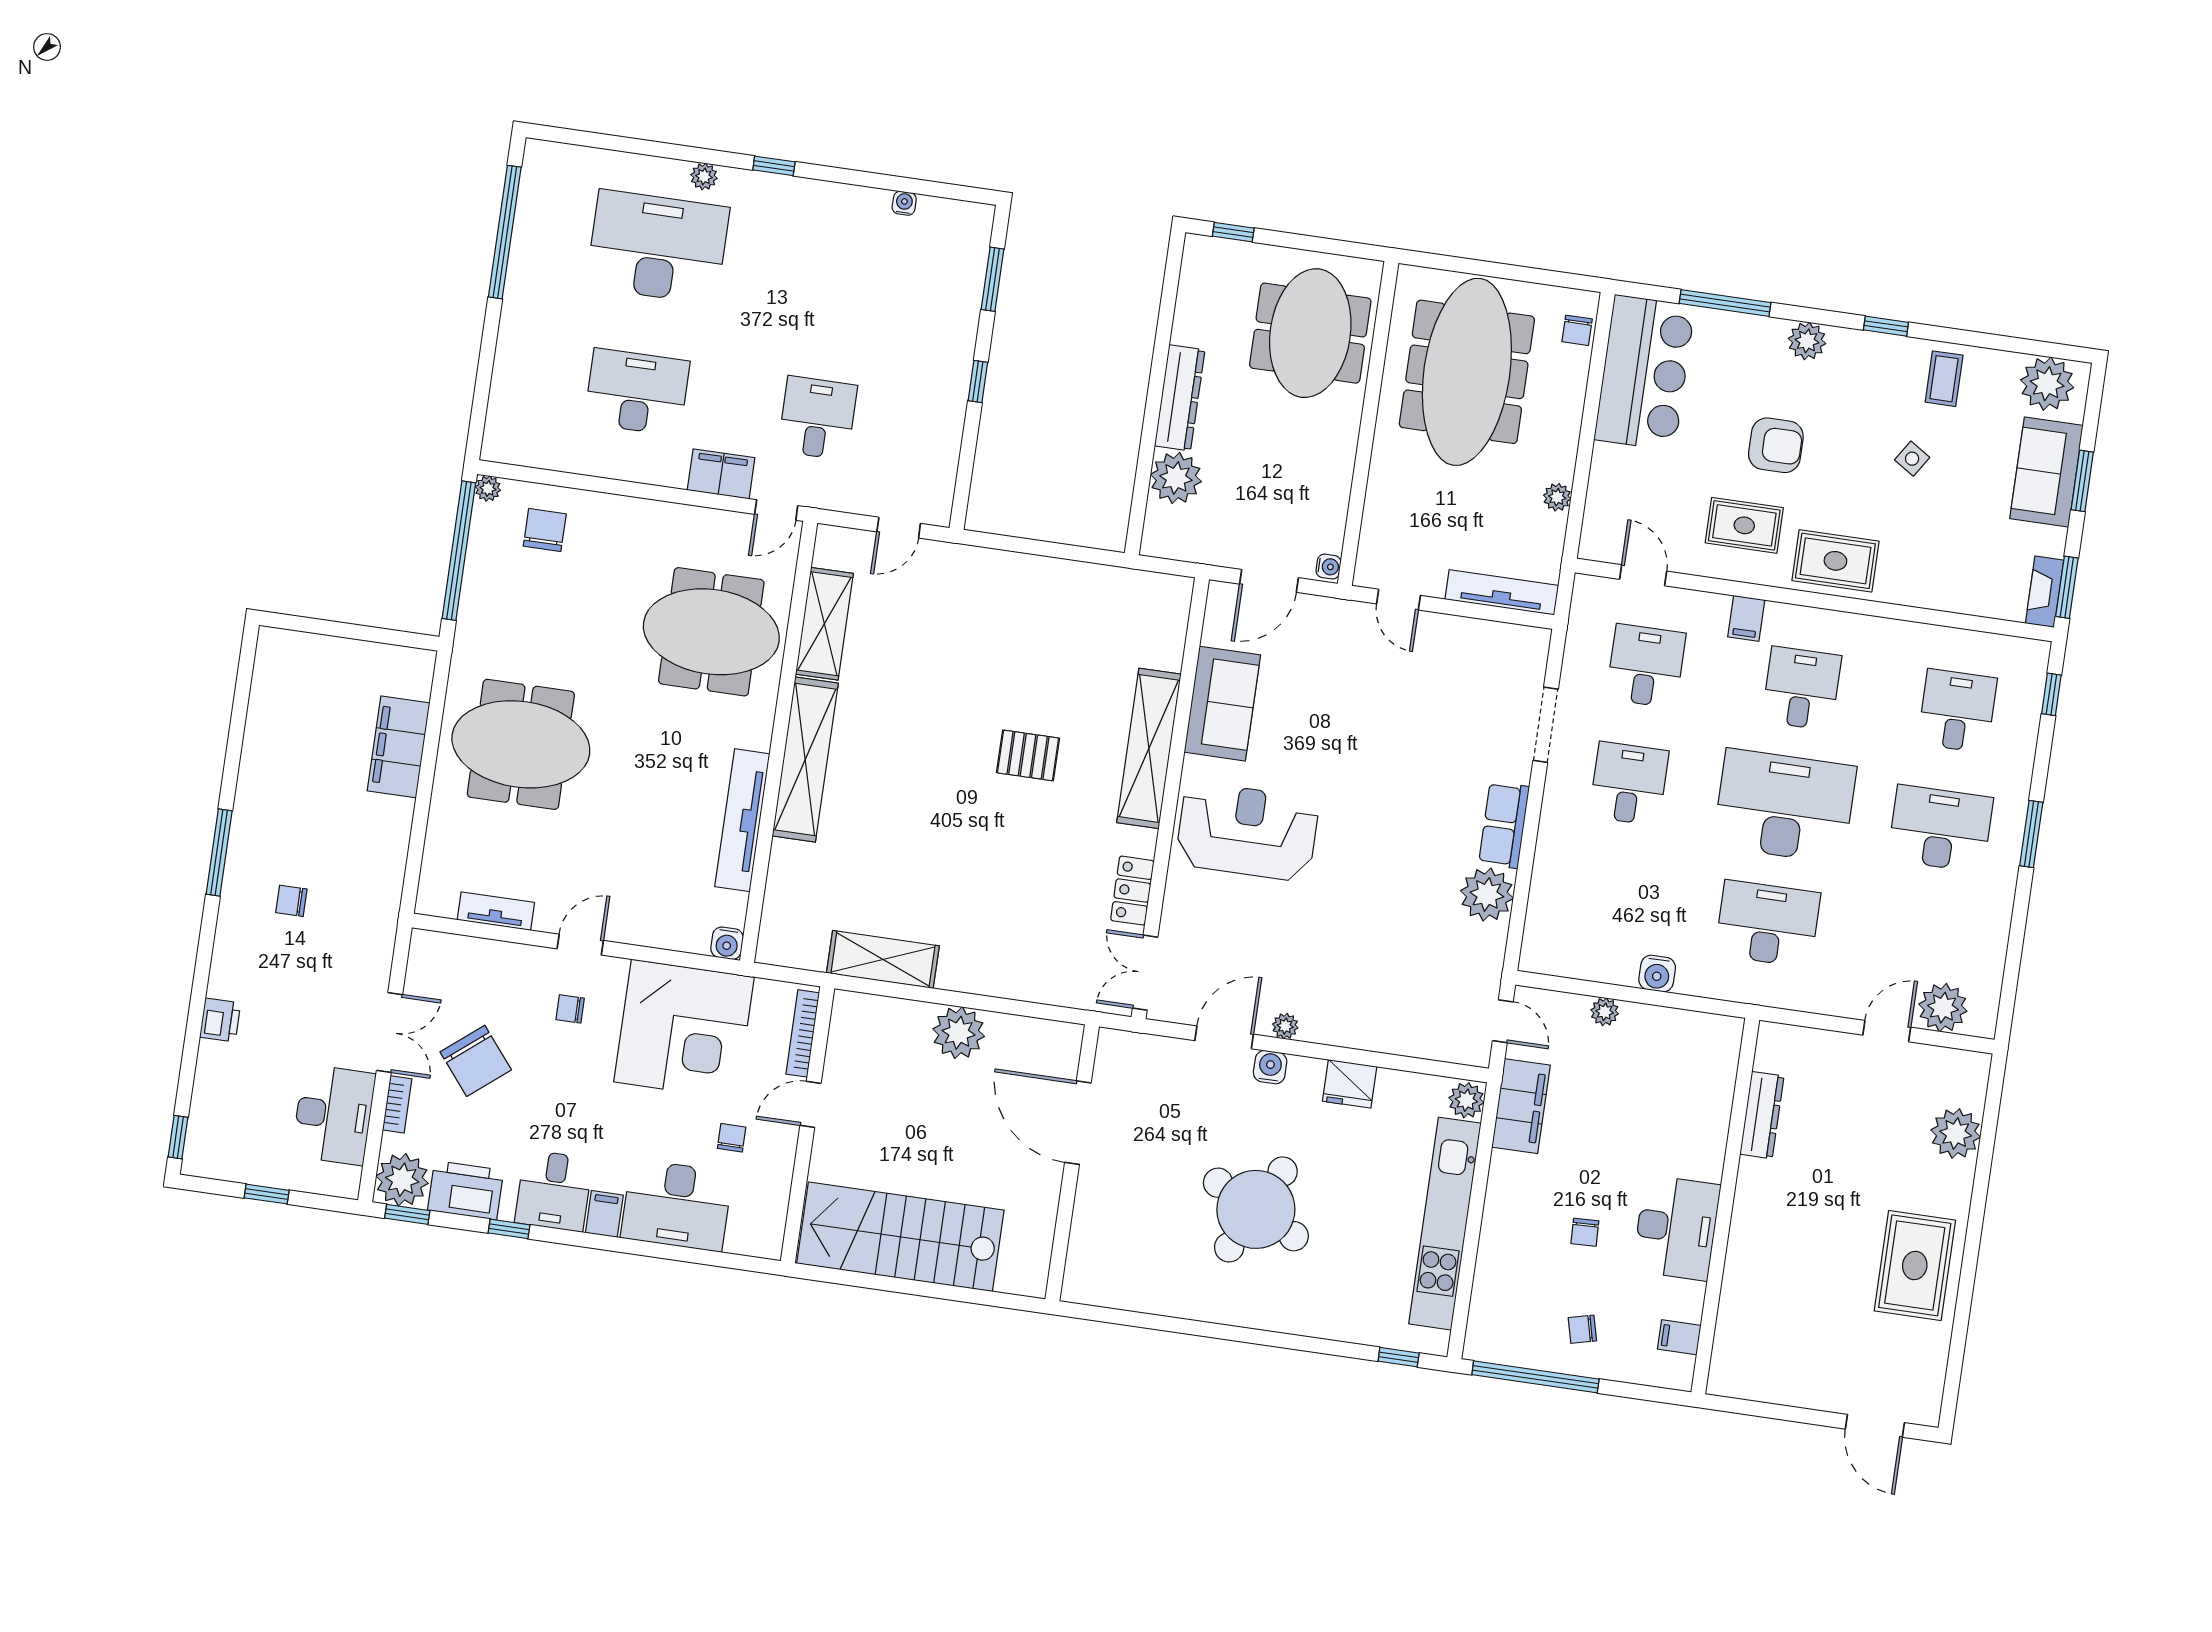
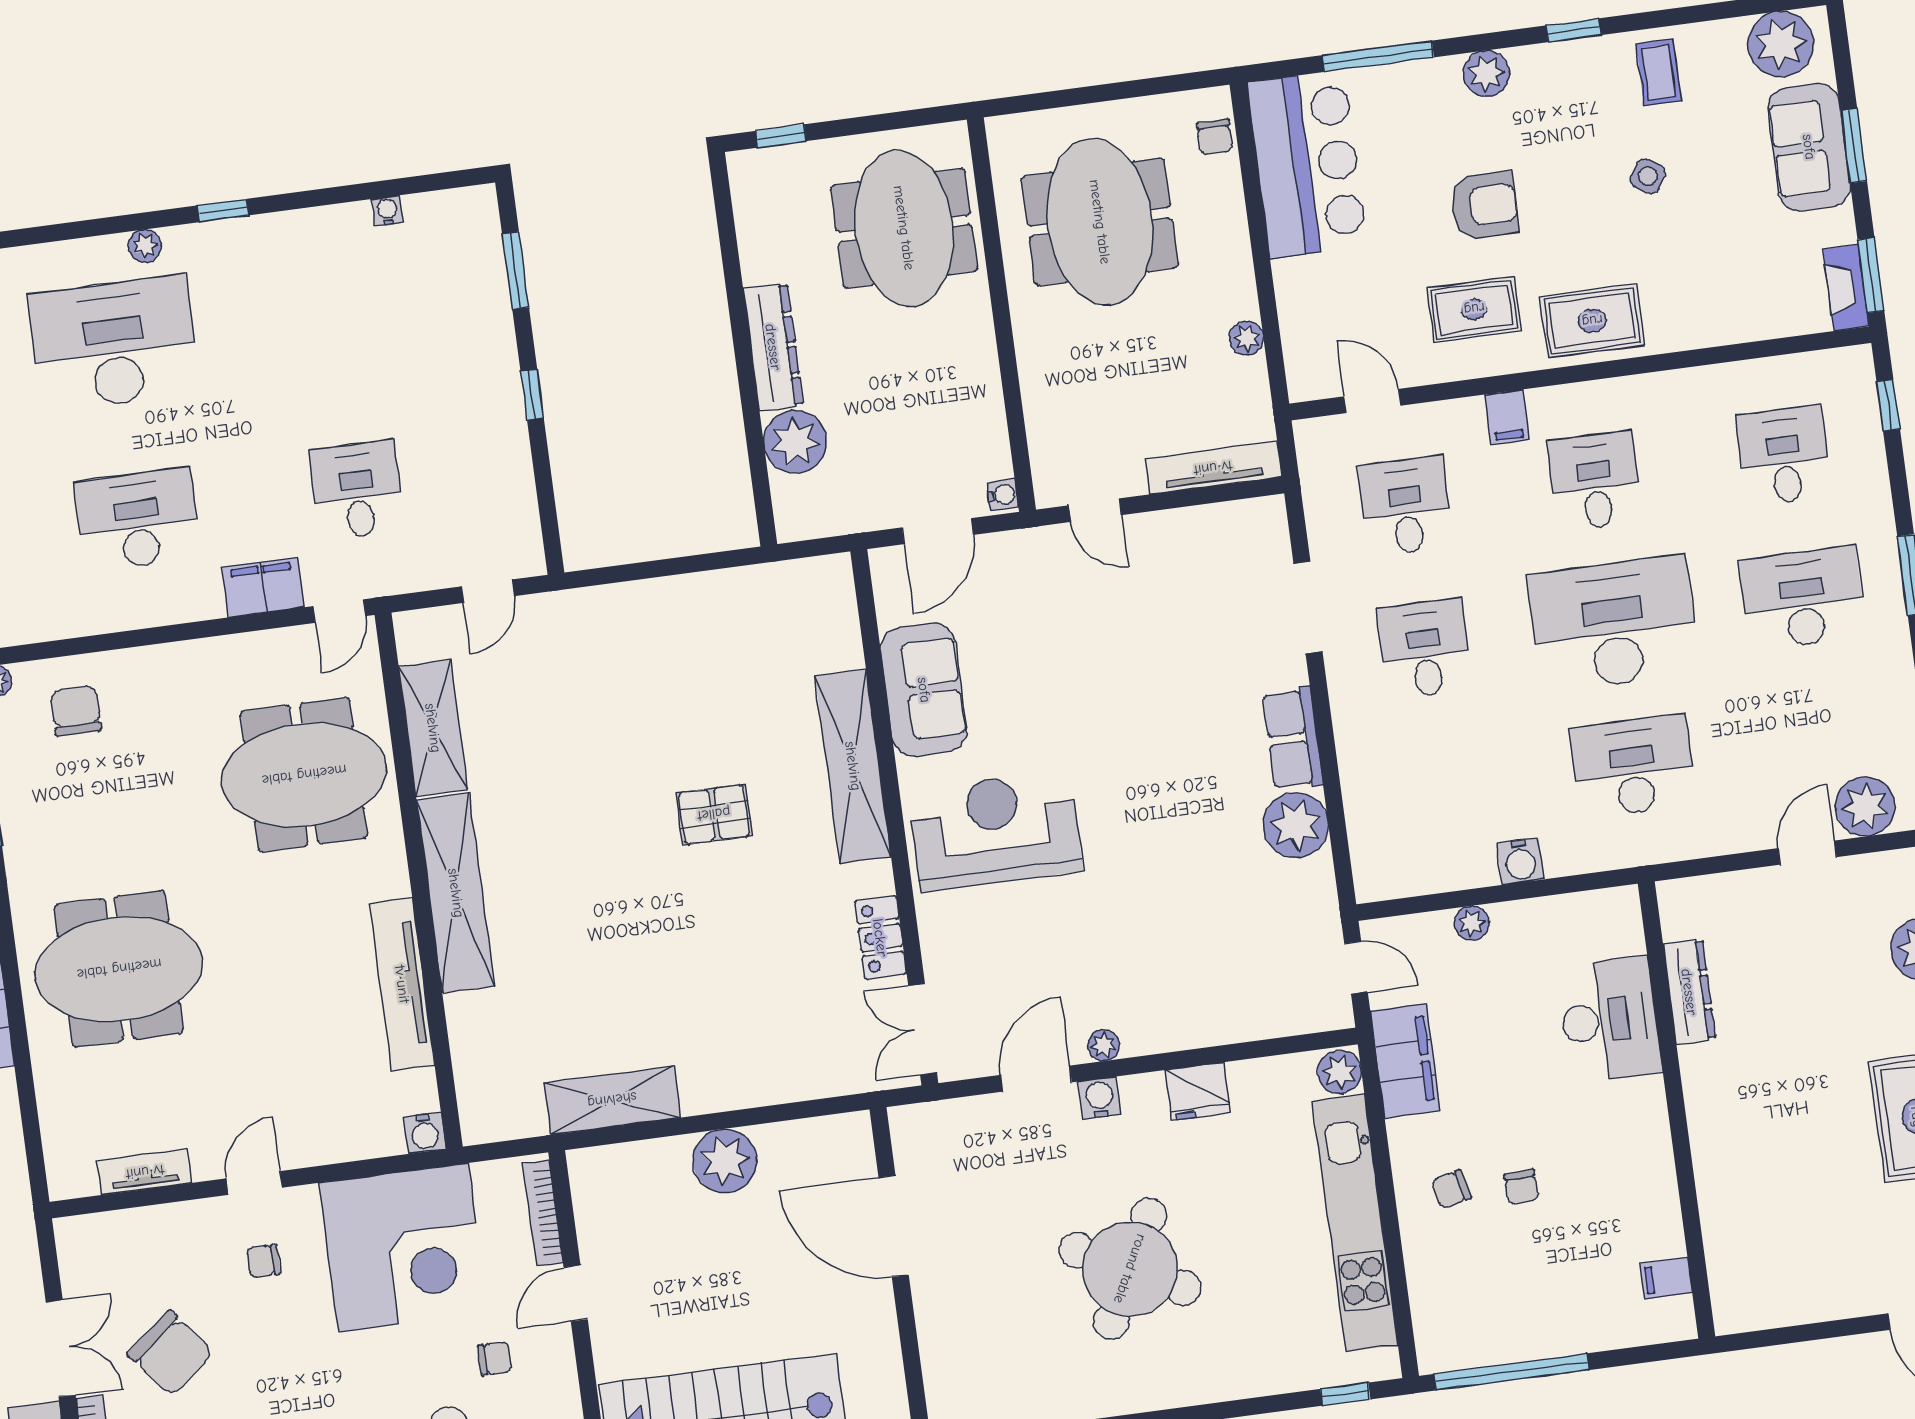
meeting table: (1467, 372) -> (1100, 222), width x0.73
chair: (732, 1138) -> (495, 1358), turned 90
desk: (1676, 1228) -> (1609, 1020), moved
chair: (1582, 1329) -> (1451, 1189), moved

